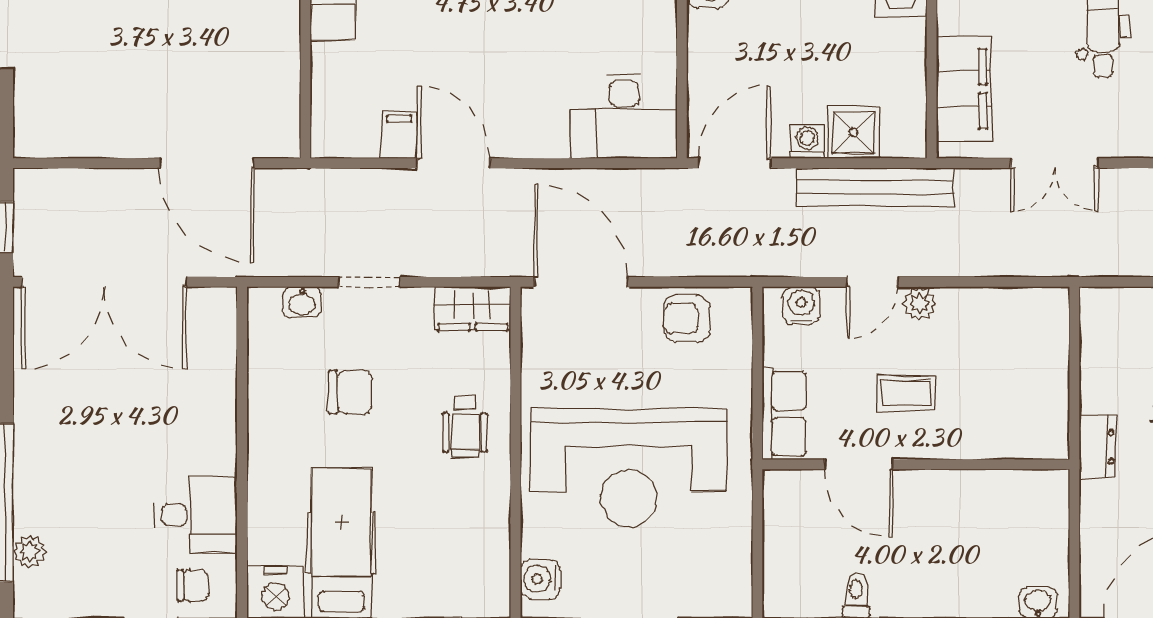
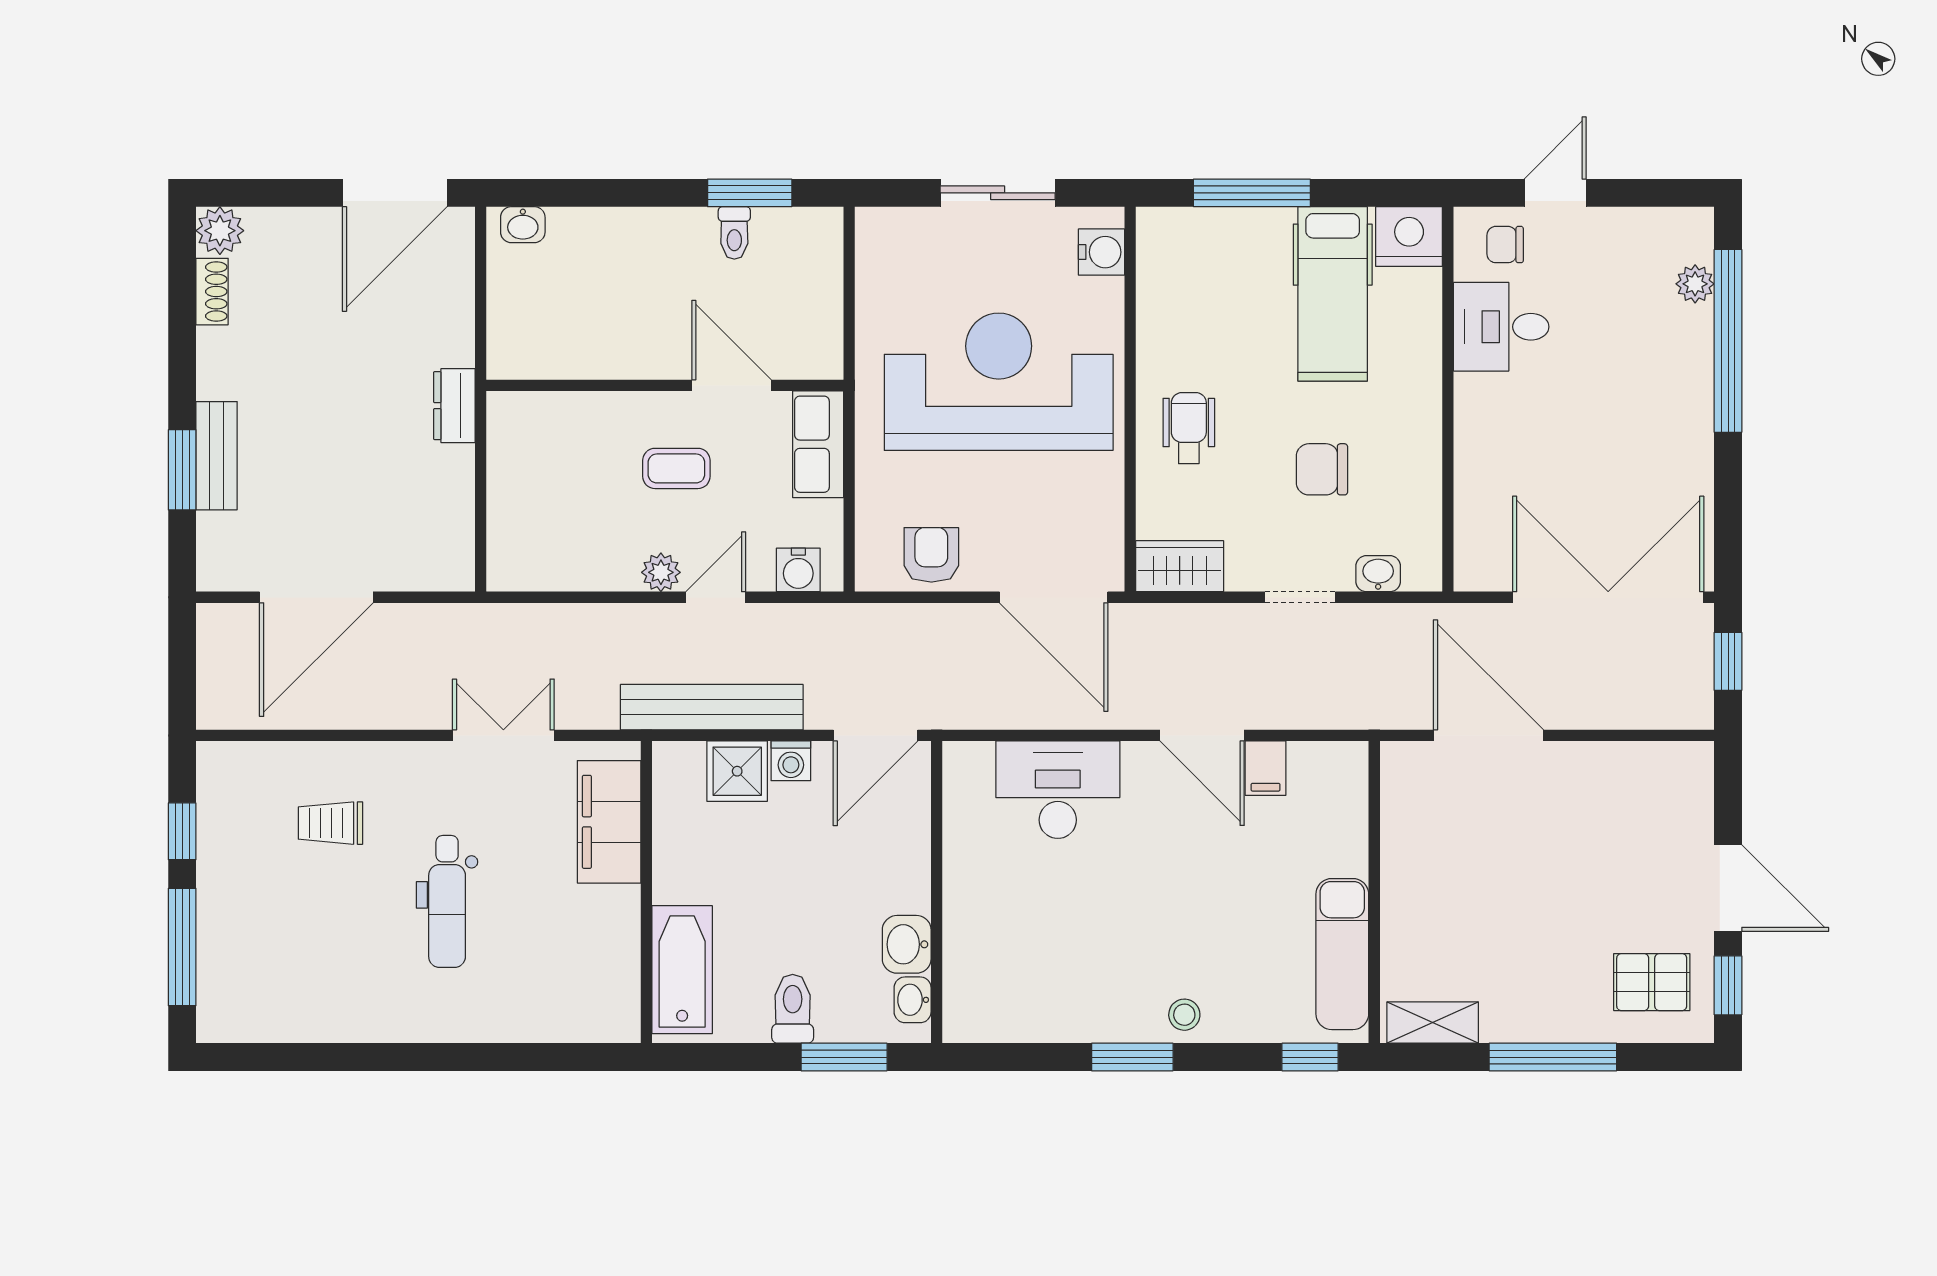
desk: (624, 116) -> (1058, 790), moved
armchair: (687, 319) -> (931, 555), turned -90

